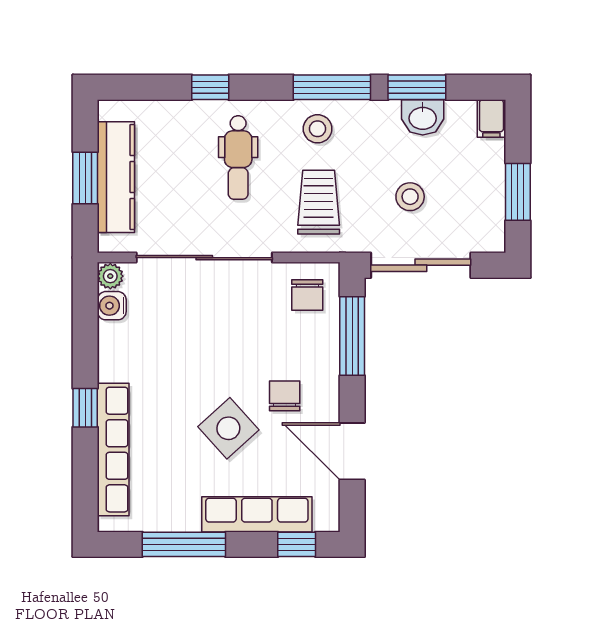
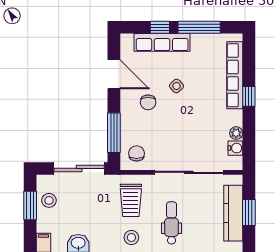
stool: (410, 197) -> (49, 200), moved
plant: (110, 276) -> (236, 133), moved
side table: (228, 428) -> (176, 86), width x0.54, depth x0.54
window: (297, 544) -> (160, 27), moved

